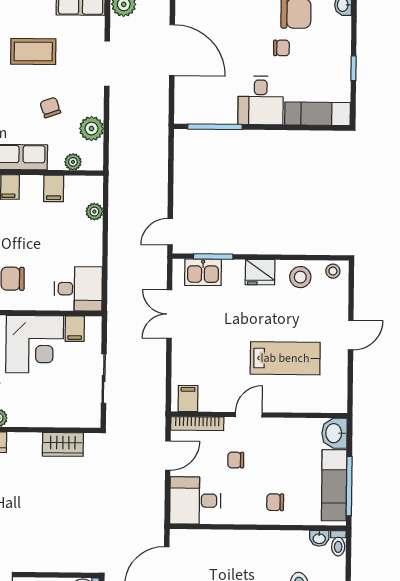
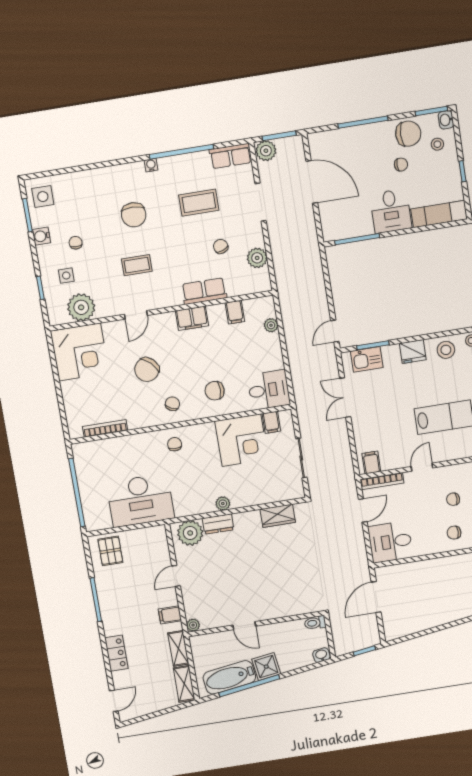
stool: (329, 31) -> (437, 144), added
plant: (73, 162) -> (247, 288), removed
chair: (236, 460) -> (453, 499), moved

